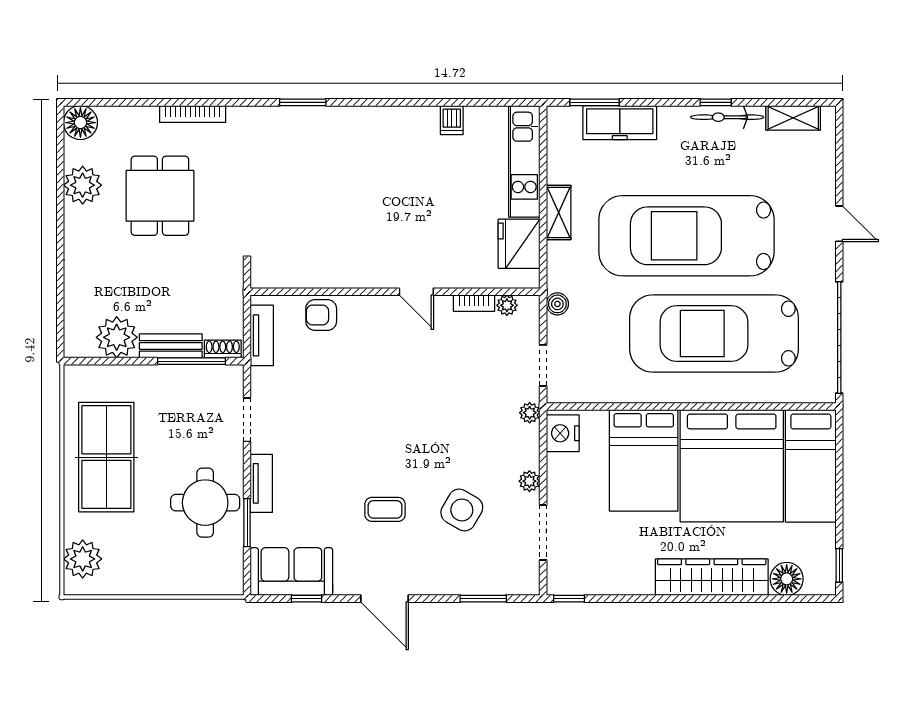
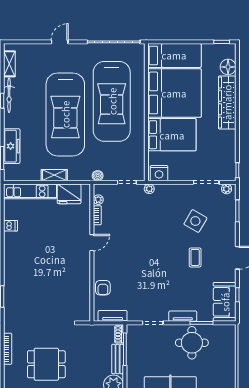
plant: (529, 481) -> (227, 189), moved

